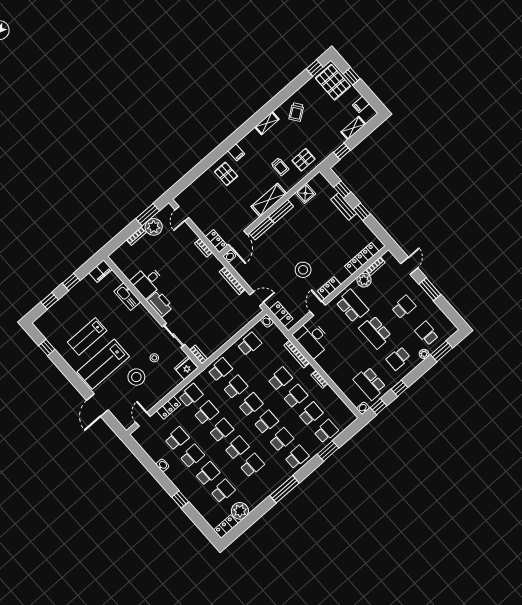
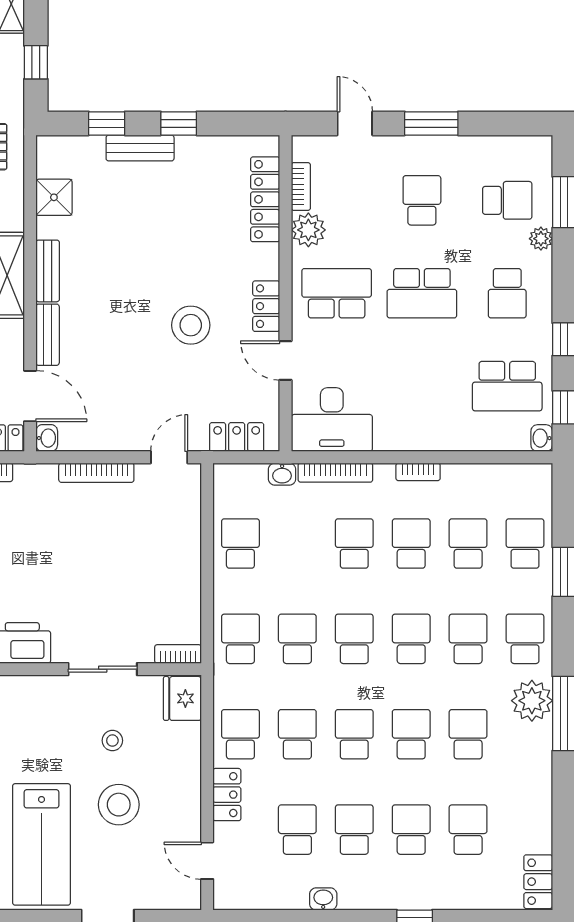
washbasin: (267, 321) -> (282, 474), moved
school desk: (427, 333) -> (507, 200), turned 180
plant: (240, 511) -> (532, 701), moved

